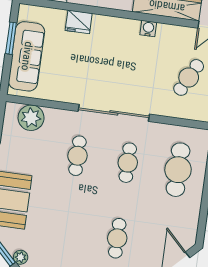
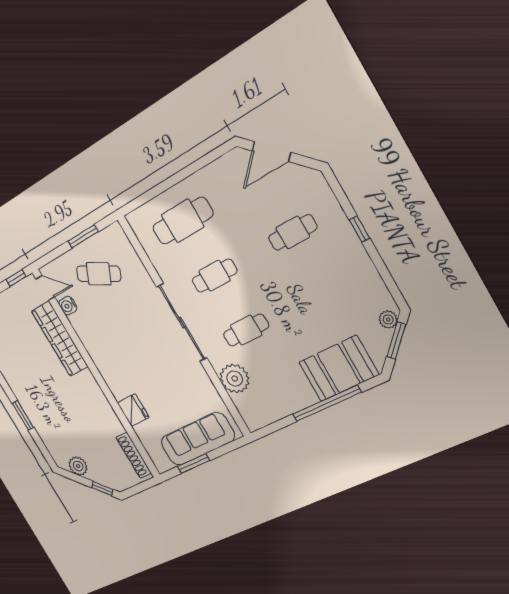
water cooler: (148, 29) -> (68, 306), moved
plant: (31, 118) -> (235, 379), moved

